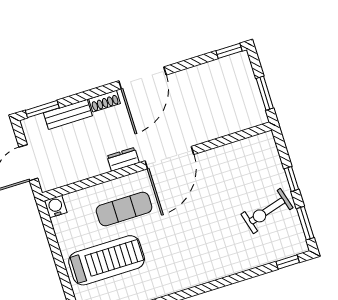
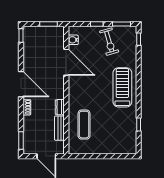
bench: (68, 114) -> (59, 128), moved
door: (169, 158) -> (66, 62), moved
water cooler: (56, 207) -> (73, 40), moved
exercise mat: (124, 209) -> (84, 125), moved
treadmill: (107, 260) -> (122, 87), moved

